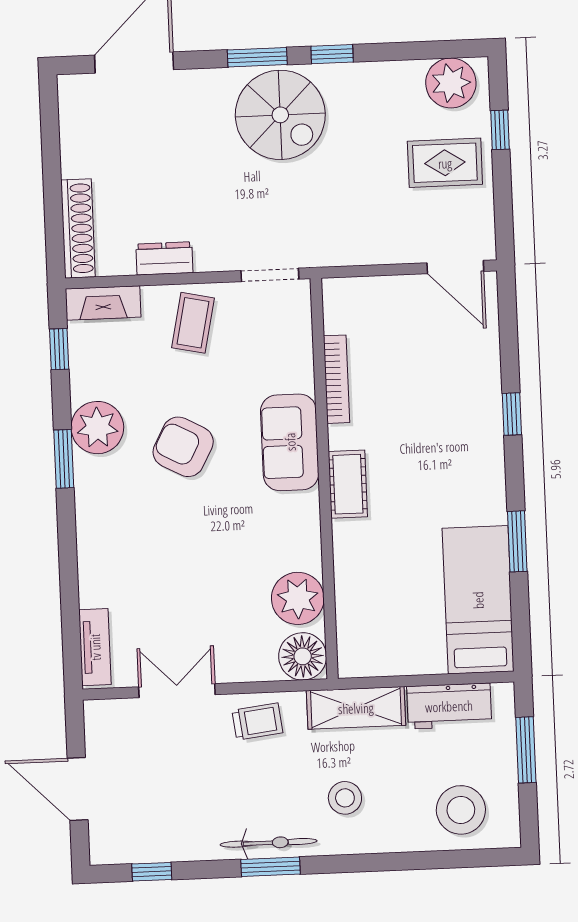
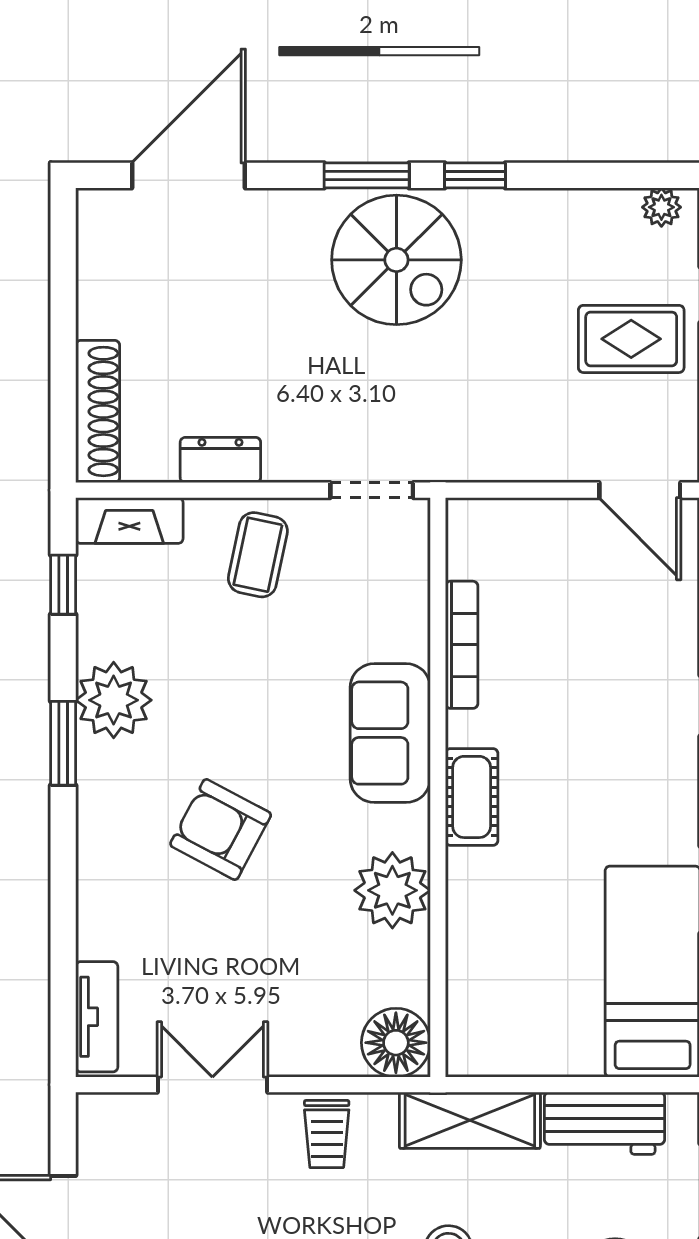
plant: (451, 83) -> (661, 207), width x0.53, depth x0.53
armchair: (183, 447) -> (221, 829), moved
plant: (298, 598) -> (392, 890), moved
trolley: (257, 722) -> (327, 1134), turned 97

